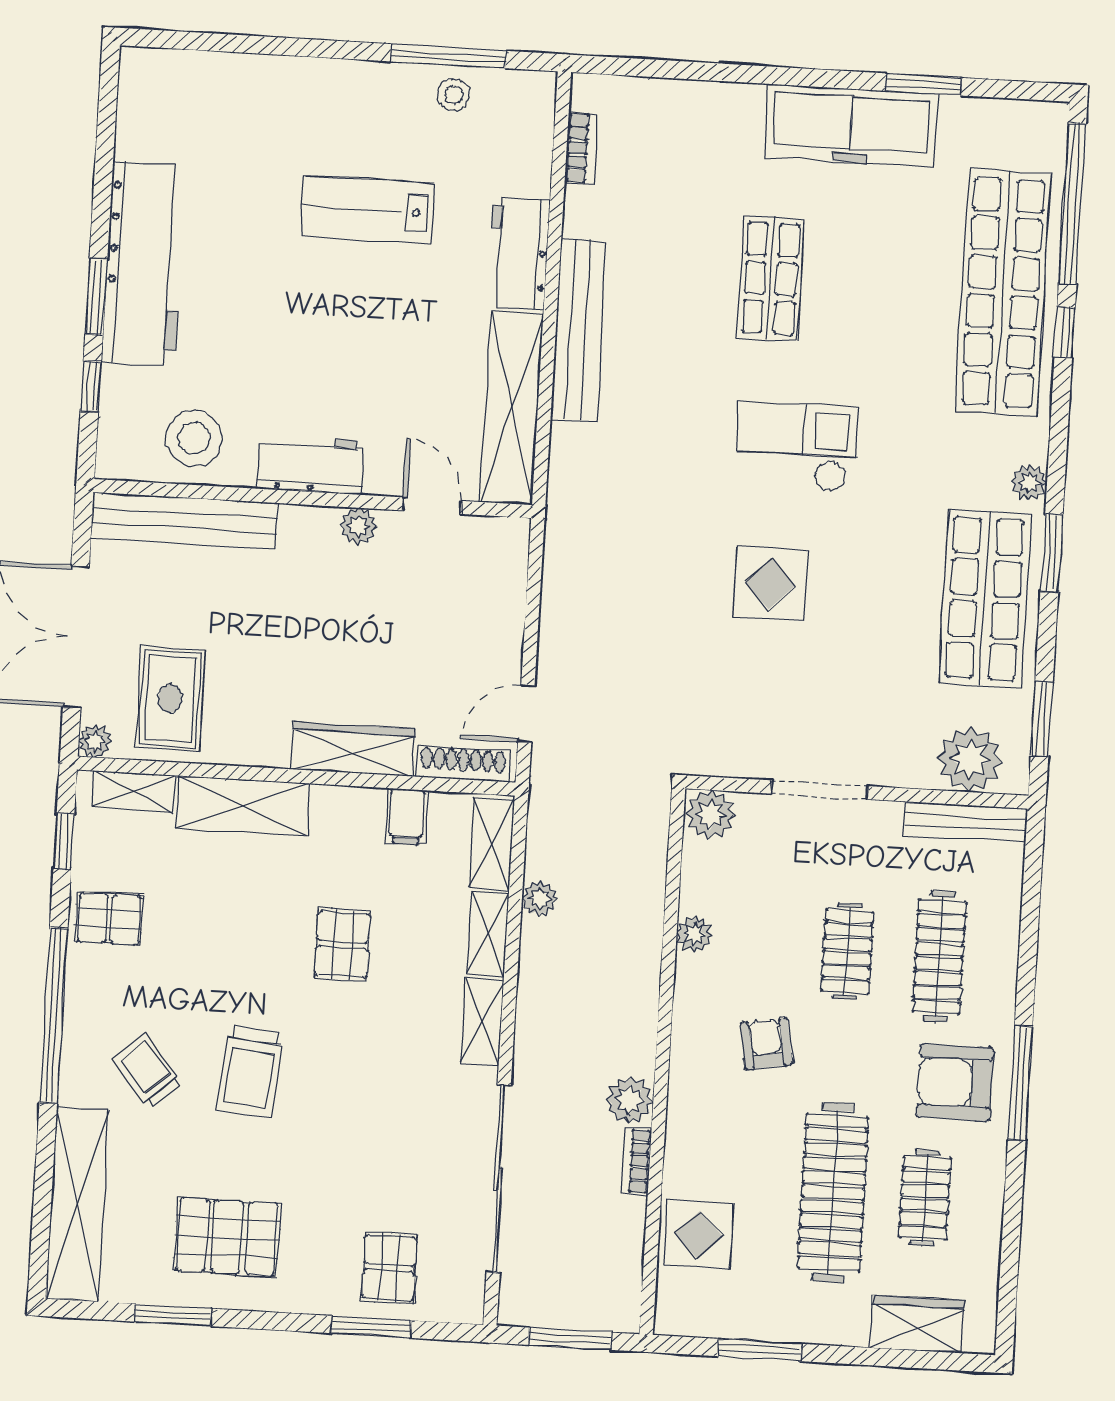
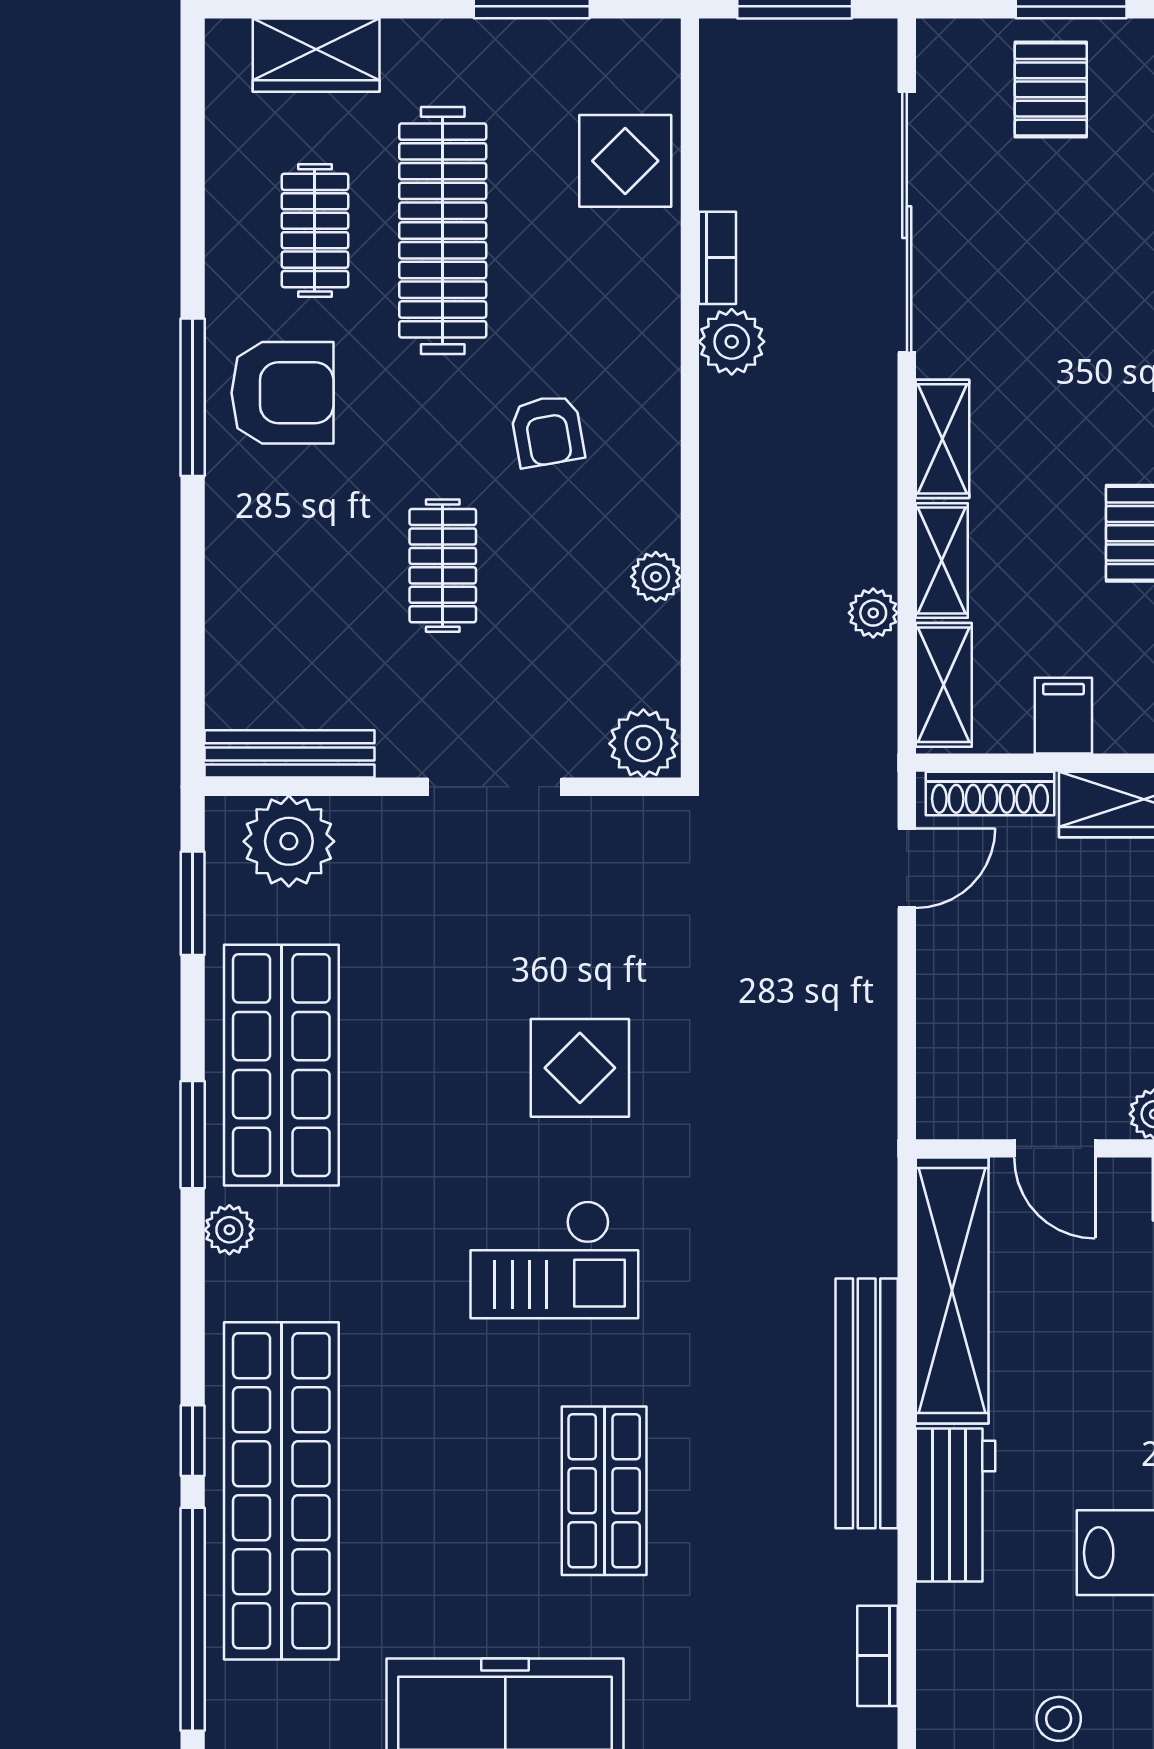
clothes rail: (939, 957) -> (315, 566), removed

